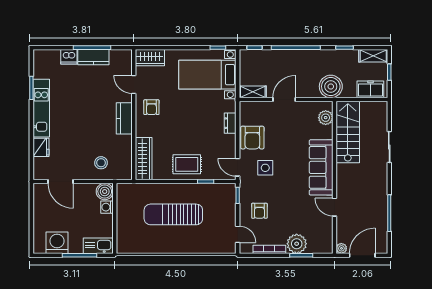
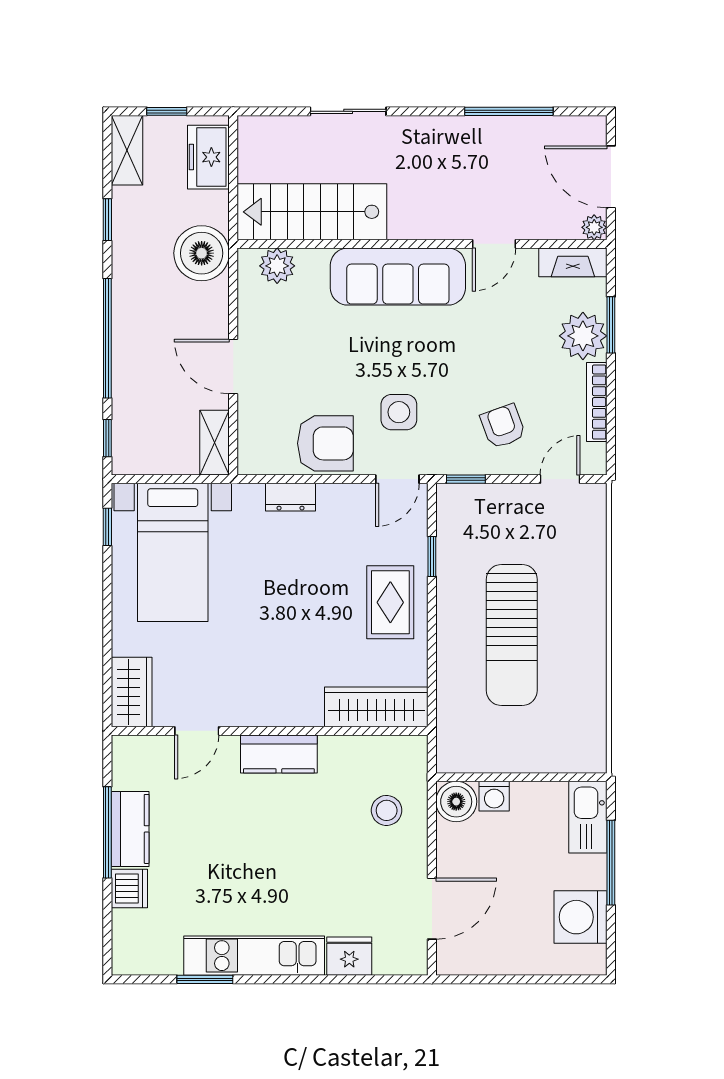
armchair: (151, 107) -> (252, 688), removed
armchair: (259, 211) -> (503, 426), turned -110
fireplace: (327, 240) -> (573, 262), added

